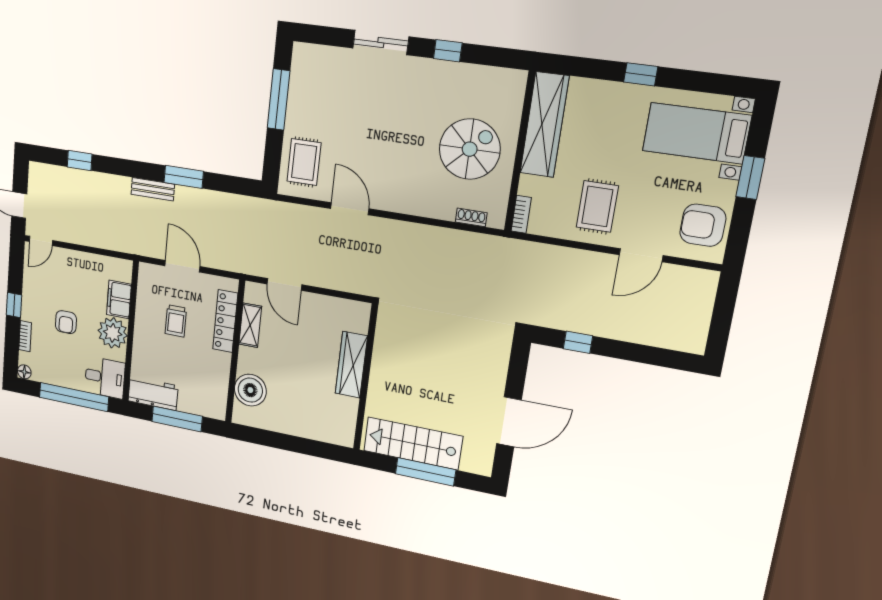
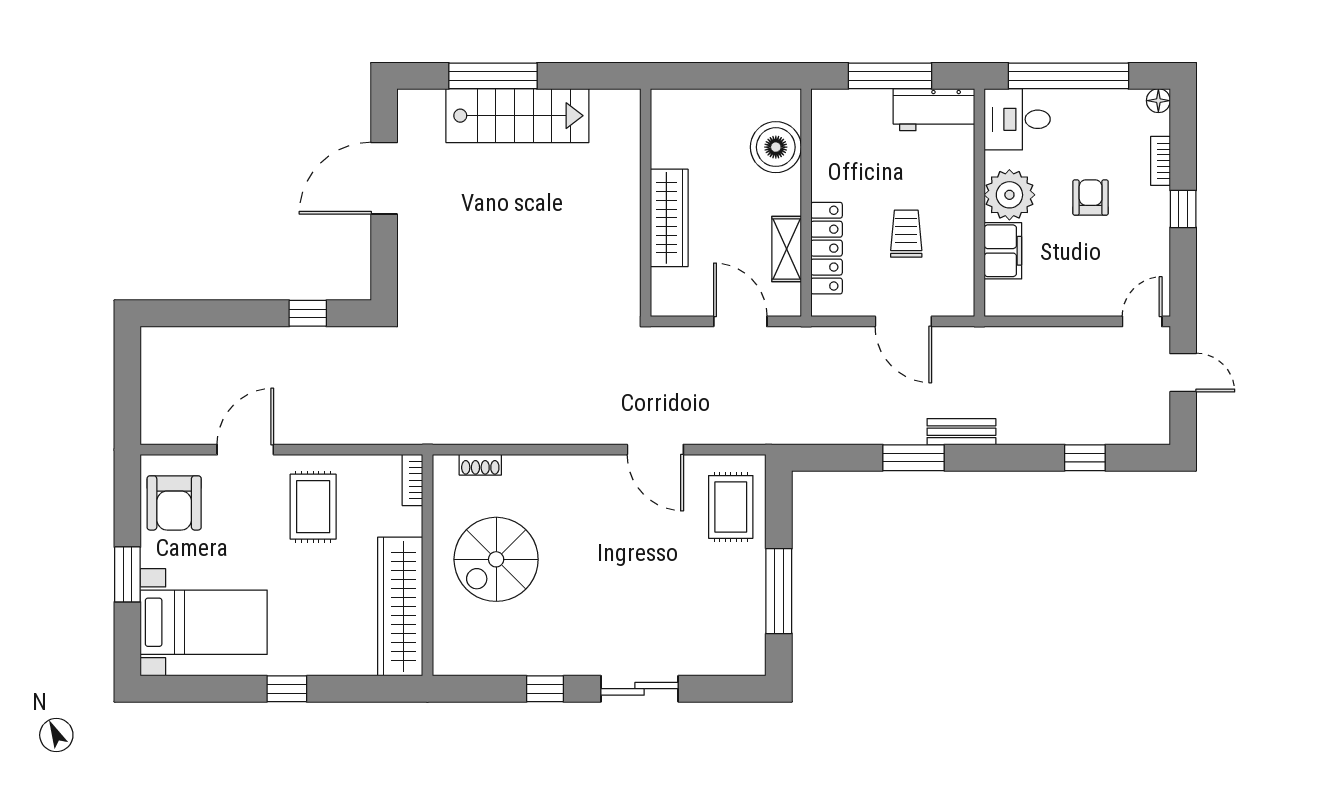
armchair: (703, 225) -> (174, 503), turned 90
wardrobe: (351, 365) -> (669, 218), moved
wall: (366, 377) -> (646, 203), moved

